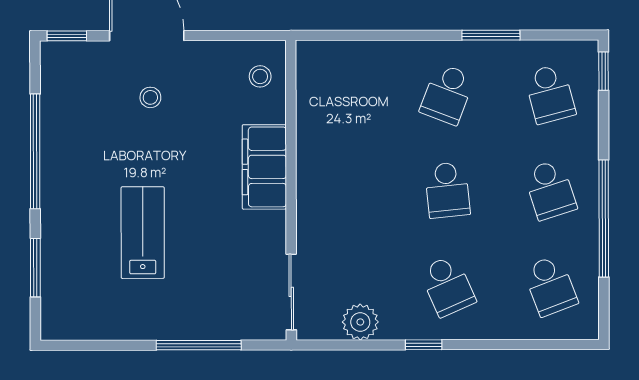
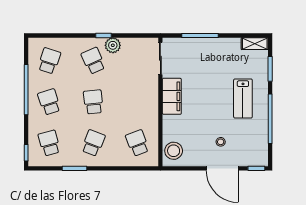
stool: (260, 76) -> (174, 151), width x1.89, depth x1.89
school desk: (344, 94) -> (137, 143), added
filing cabinet: (264, 167) -> (172, 96), moved
lab bench: (143, 233) -> (243, 98), moved
school desk: (550, 286) -> (49, 61), turned 39
plant: (360, 322) -> (113, 45), moved
shelving: (71, 327) -> (255, 44), added

